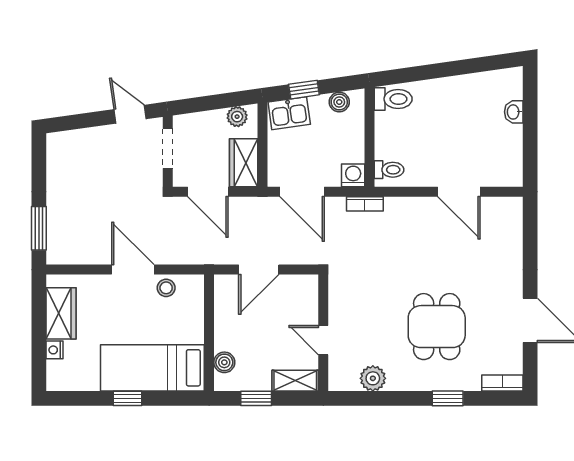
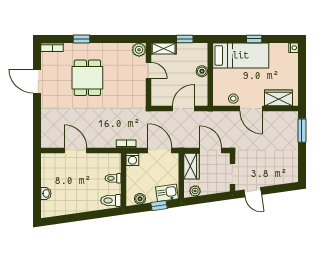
toilet: (389, 170) -> (113, 178), moved
wardrobe: (61, 313) -> (278, 98), moved, turned 90
nightstand: (55, 350) -> (293, 48), moved
boiler: (224, 362) -> (202, 71), moved
plant: (373, 378) -> (139, 50), moved

